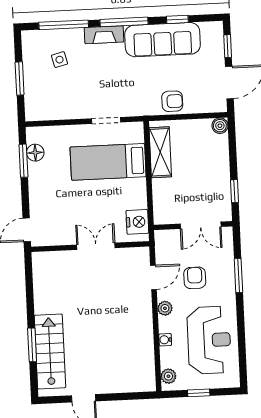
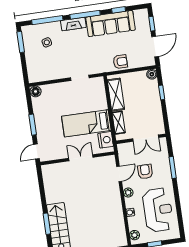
window: (20, 78) -> (21, 42), moved
floor lamp: (35, 153) -> (36, 91), moved
window: (23, 161) -> (33, 125), moved
bed: (108, 162) -> (86, 123), moved
window: (234, 191) -> (162, 92), moved
shelving: (160, 197) -> (119, 123), added

